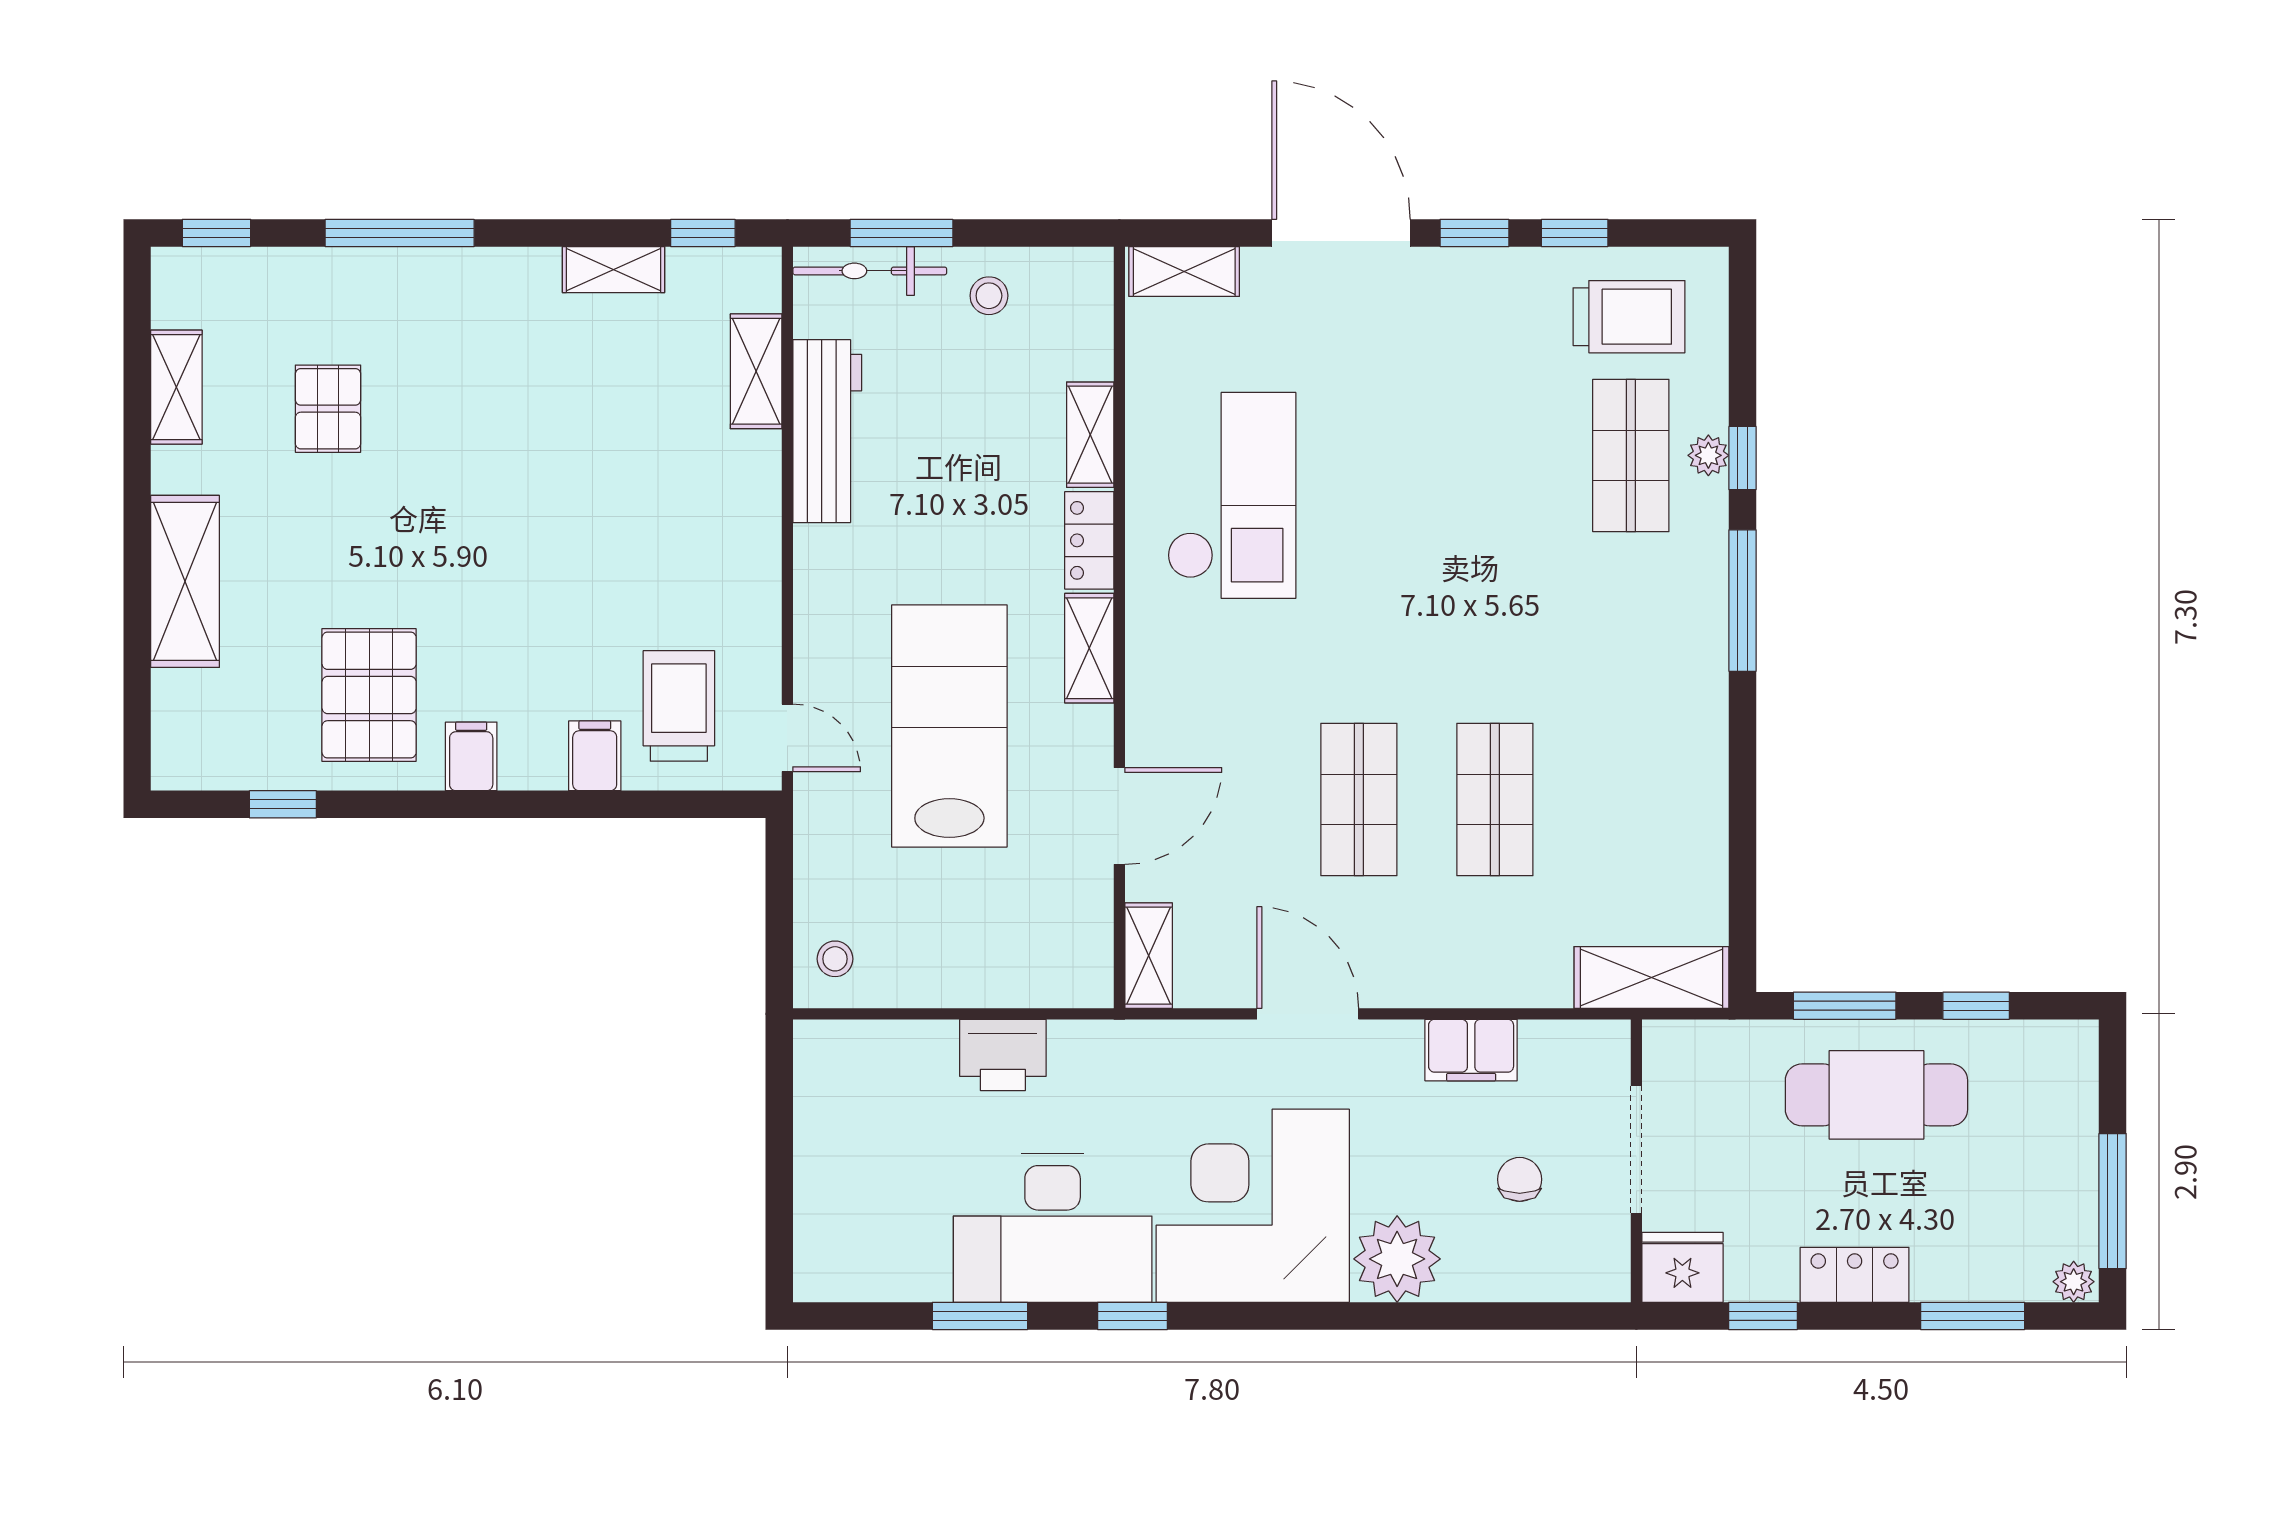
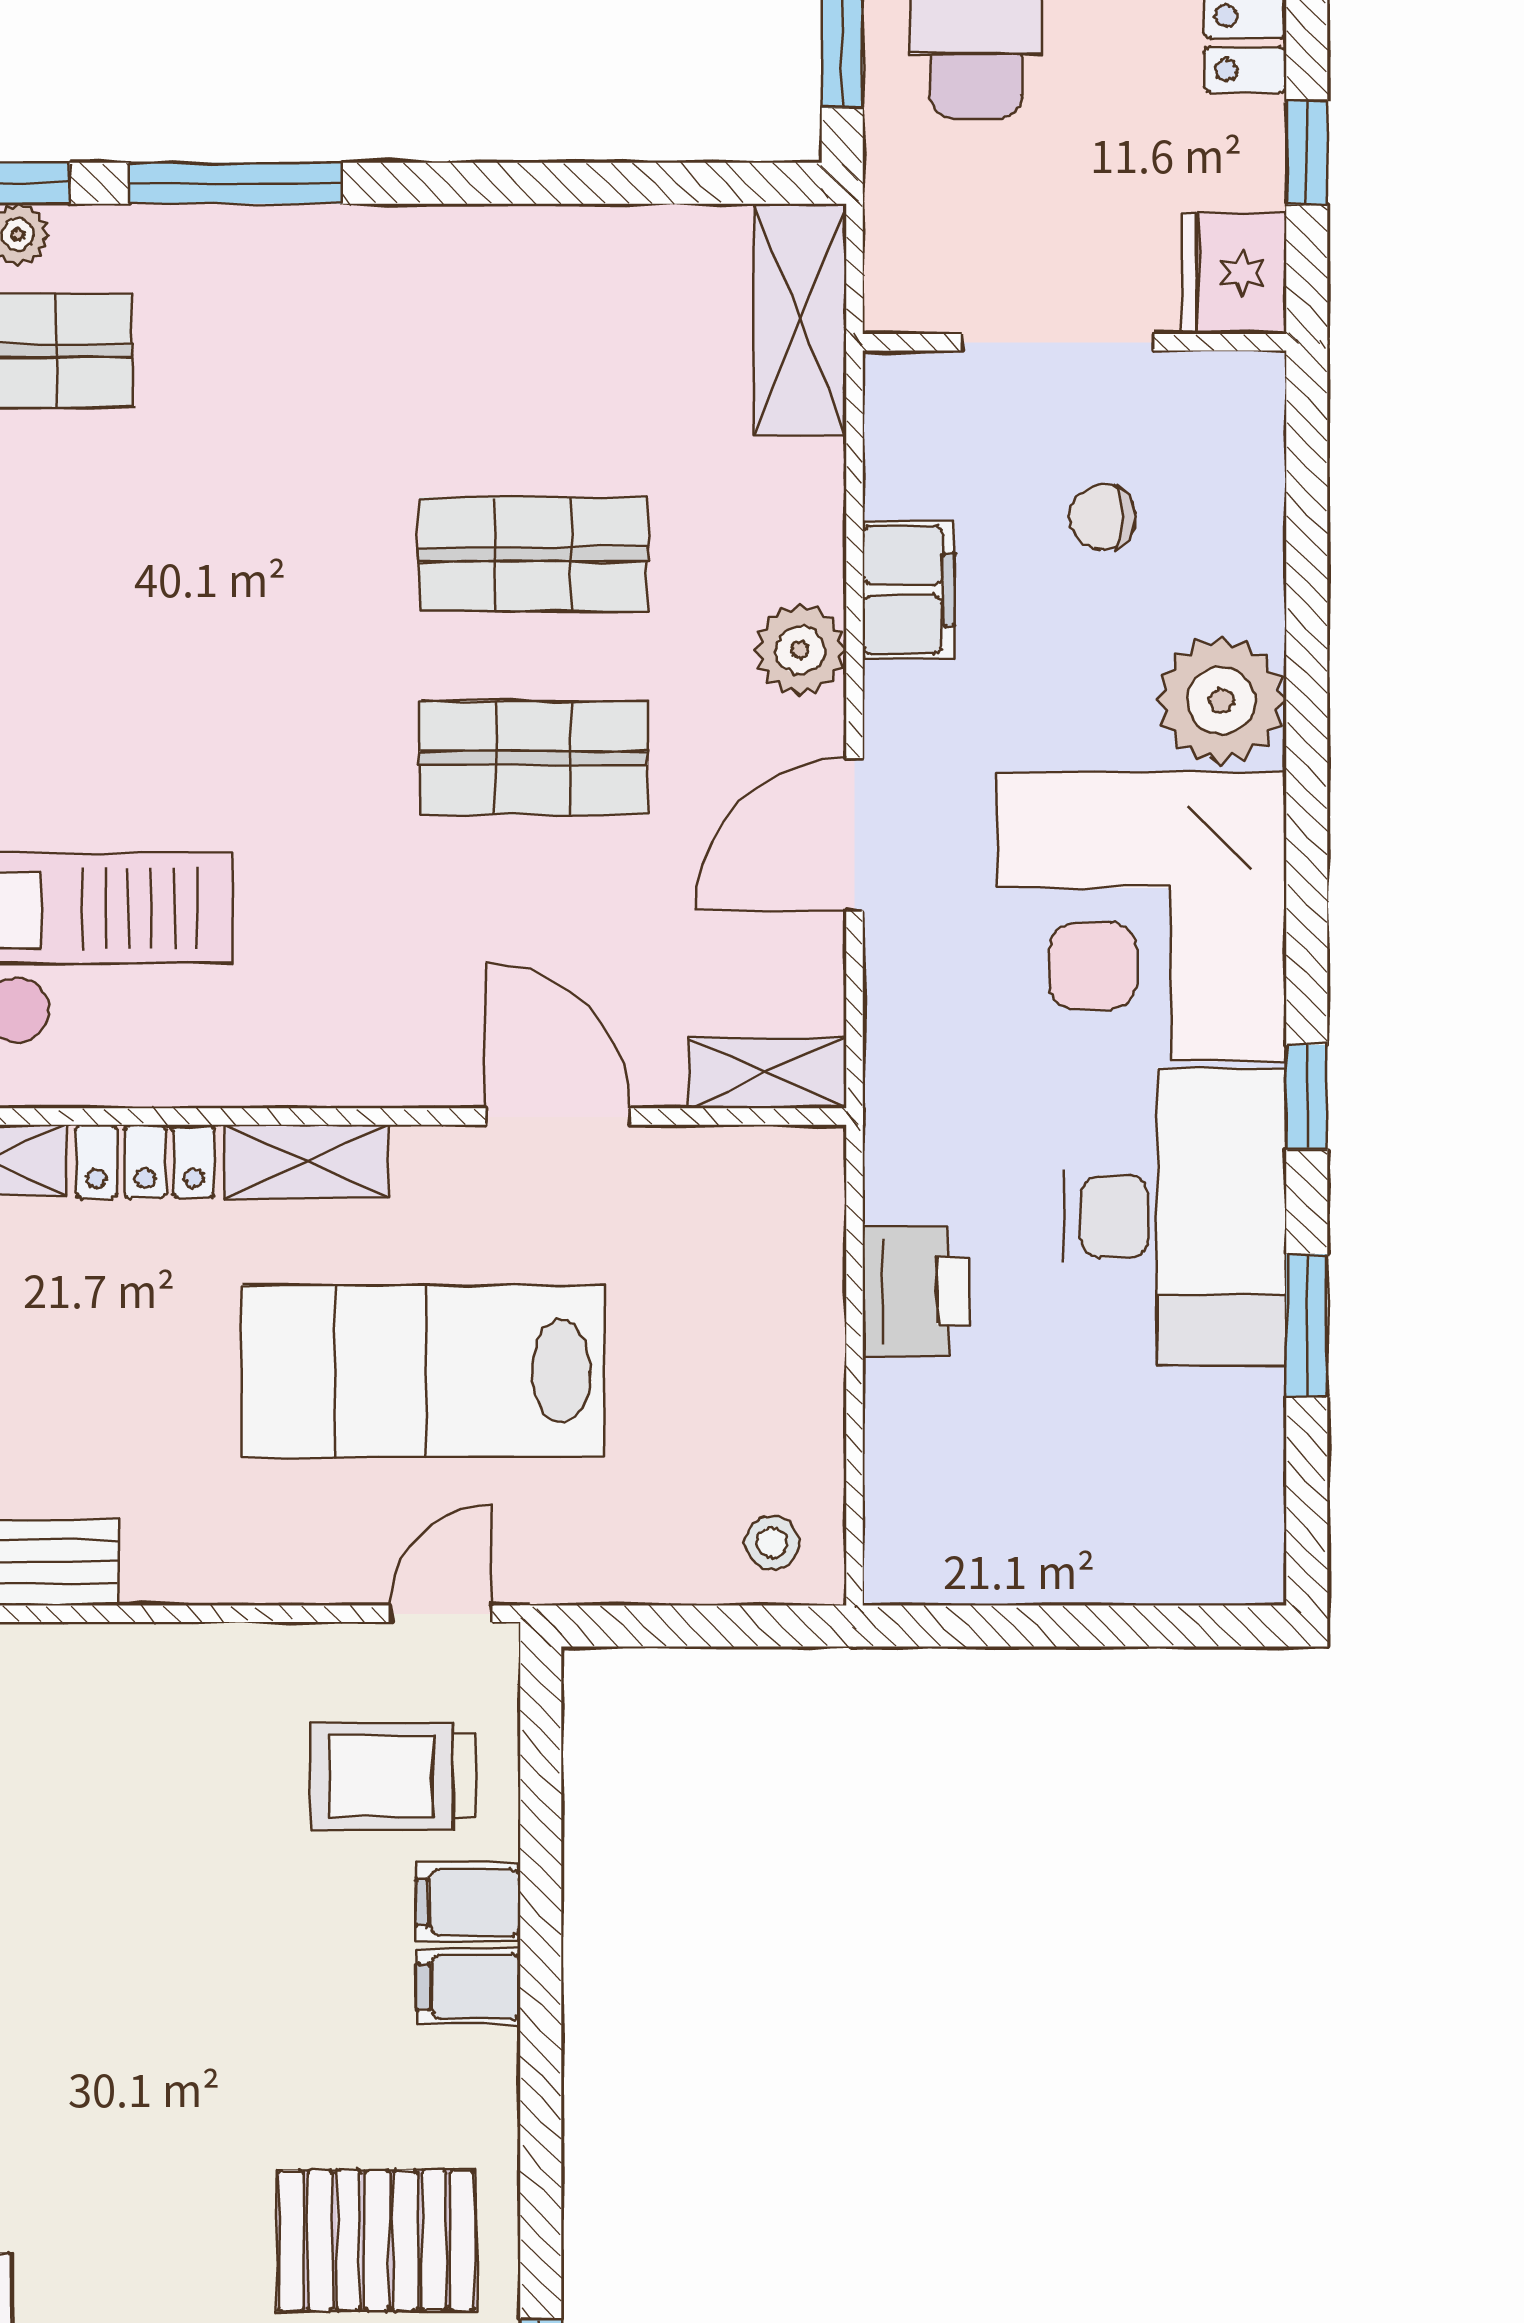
filing cabinet: (471, 756) -> (469, 1987), moved
plant: (1431, 978) -> (800, 650), added

